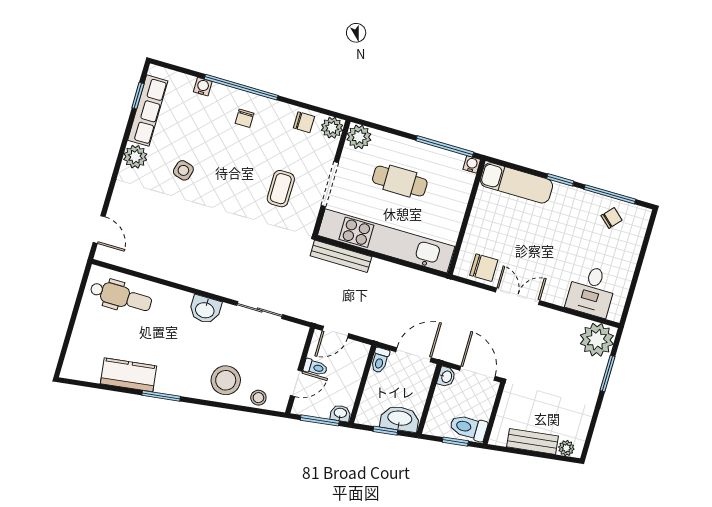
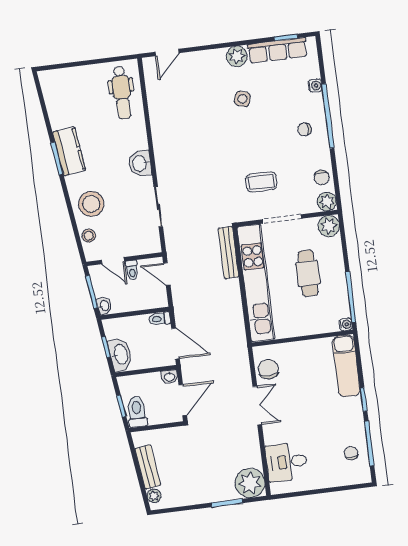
chair: (612, 218) -> (351, 453), turned -132
chair: (484, 268) -> (268, 369), turned 180
kitchen counter: (129, 375) -> (69, 151), moved

